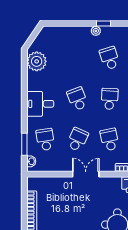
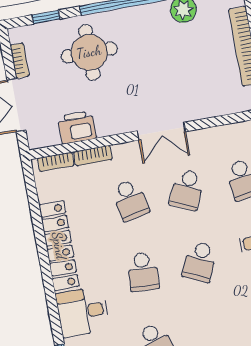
school desk: (77, 99) -> (200, 262), turned 45

